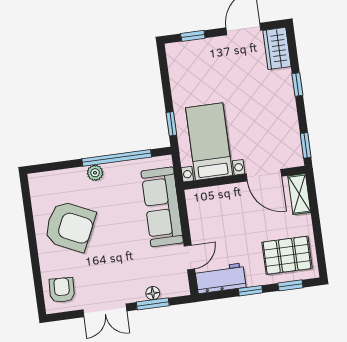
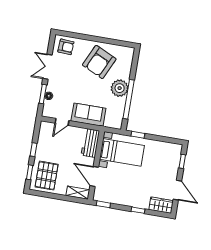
plant: (95, 173) -> (120, 88), width x1.88, depth x1.88
door: (264, 175) -> (94, 177), hinge flipped
sofa: (162, 207) -> (88, 115), width x0.73
door: (189, 257) -> (62, 122), hinge flipped
workbench: (220, 278) -> (90, 143), moved, turned 180

